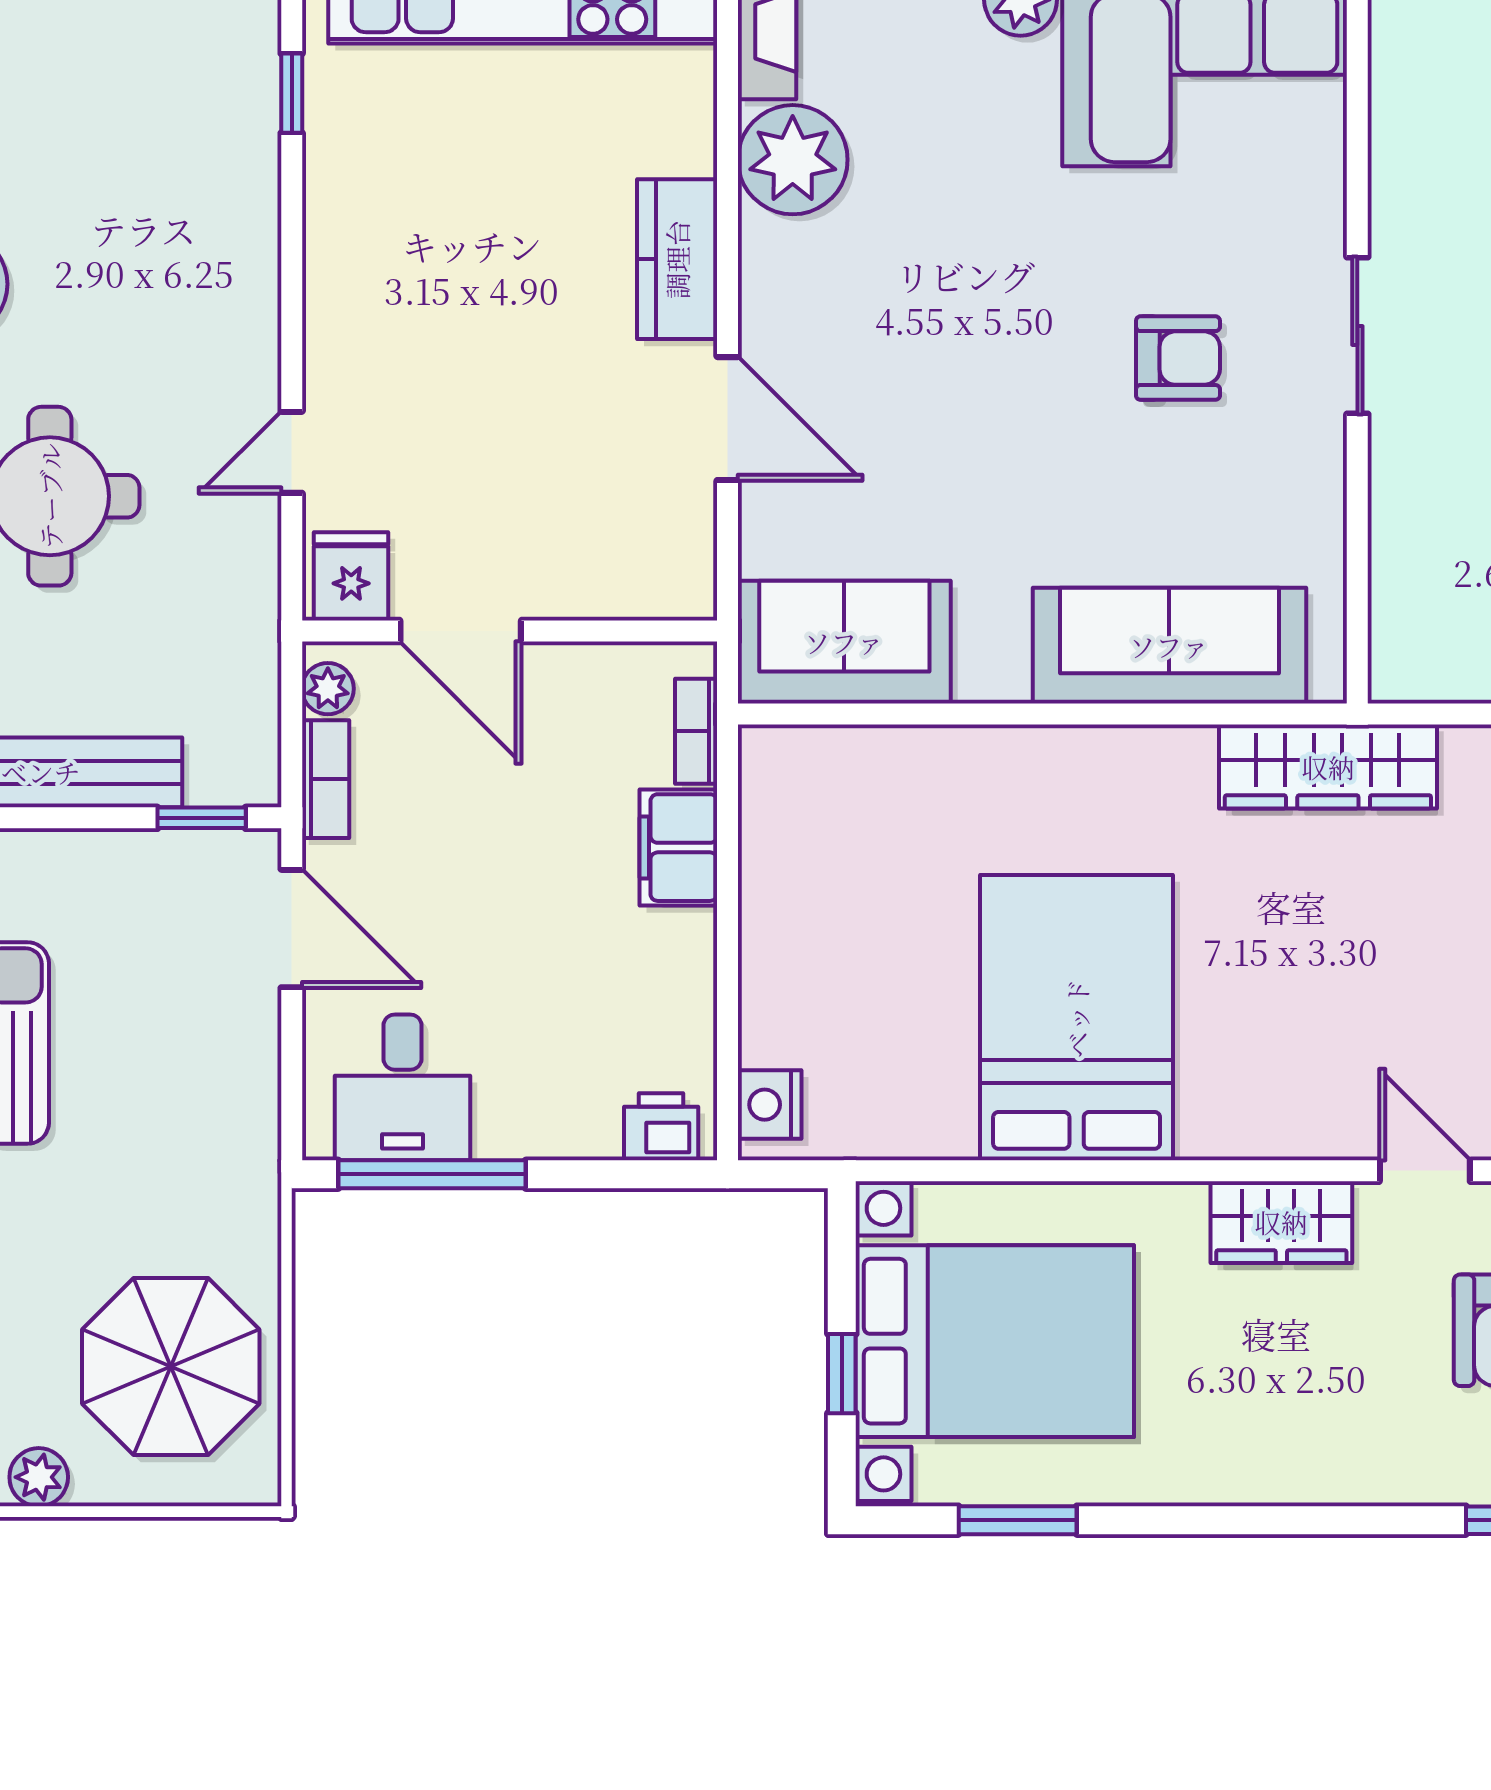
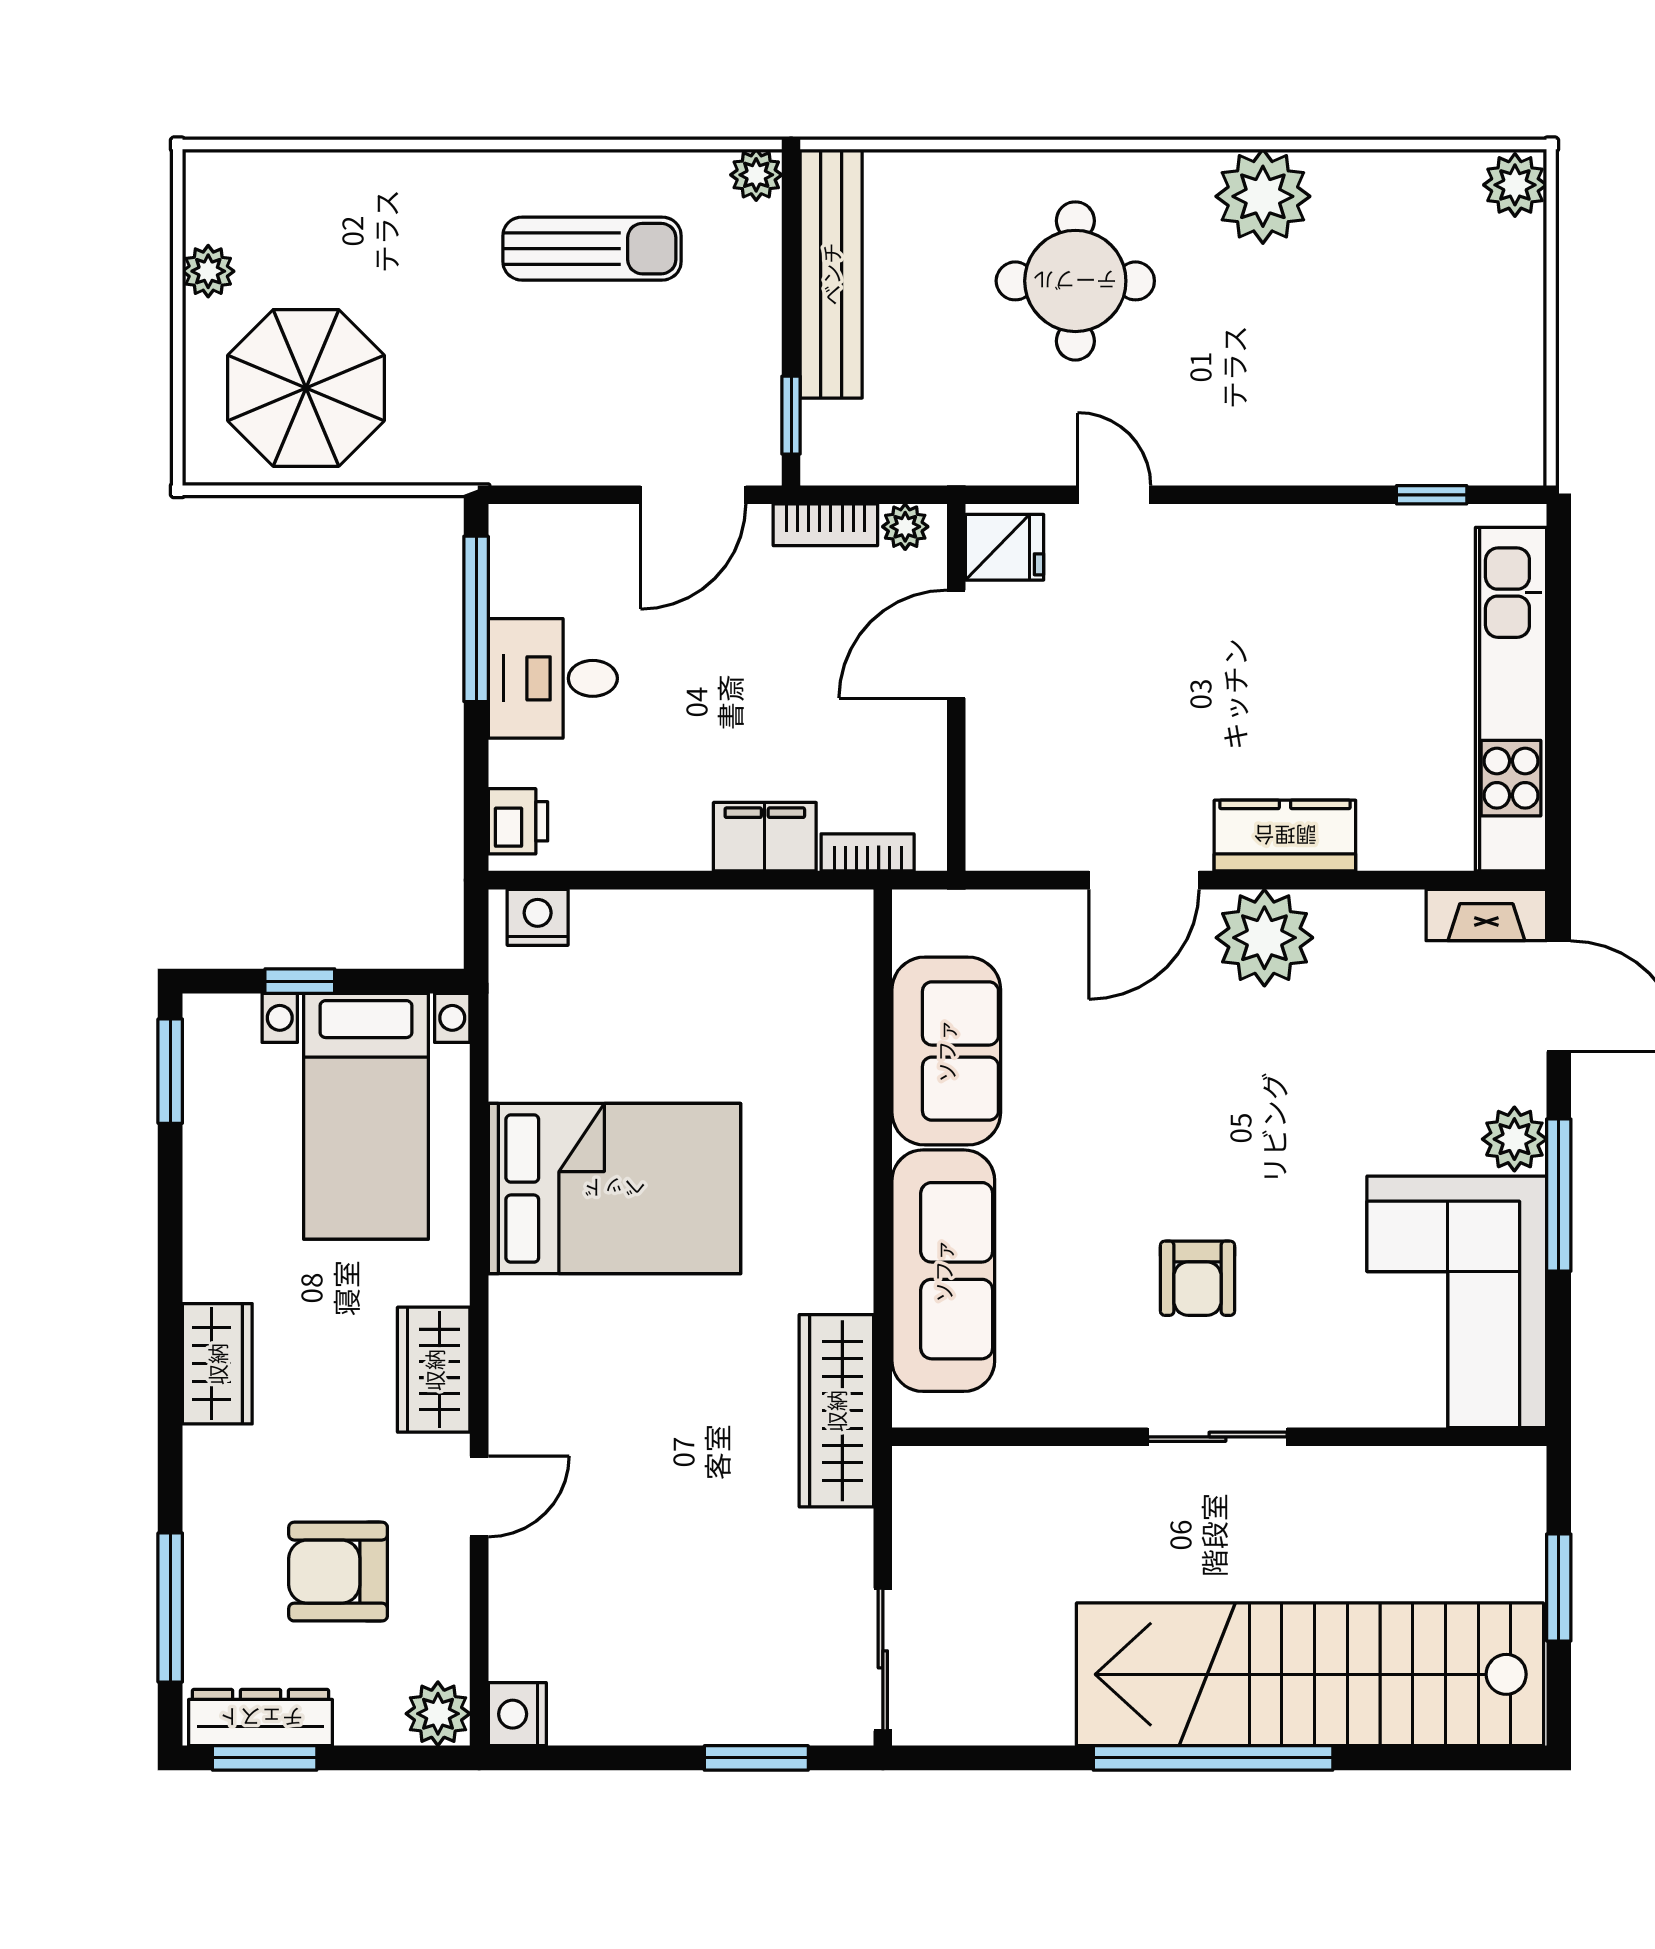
plant: (793, 160) -> (1264, 938), moved
sofa: (844, 642) -> (946, 1051), moved
desk: (403, 1087) -> (553, 678), moved
bed with nightstands: (995, 1341) -> (366, 1116), width x0.73
wardrobe: (1275, 1467) -> (217, 1364), added
window: (1018, 1520) -> (170, 1071), moved

